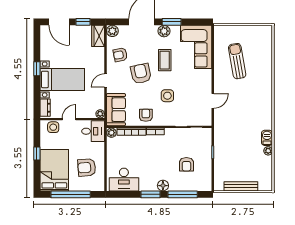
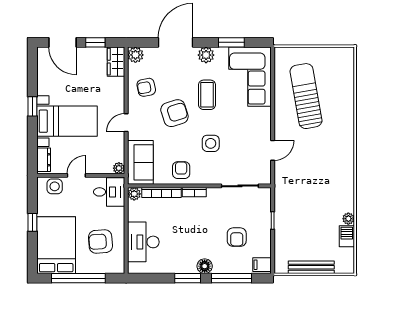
window: (172, 22) -> (231, 42), moved
sun lounger: (237, 61) -> (306, 96), width x1.36, depth x1.34
armchair: (141, 74) -> (174, 113), turned 84
barbecue: (267, 138) -> (347, 236), moved
desk: (124, 180) -> (143, 242), moved, turned 90
filing cabinet: (205, 184) -> (262, 265), added

